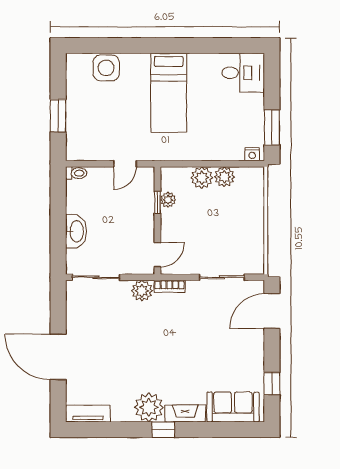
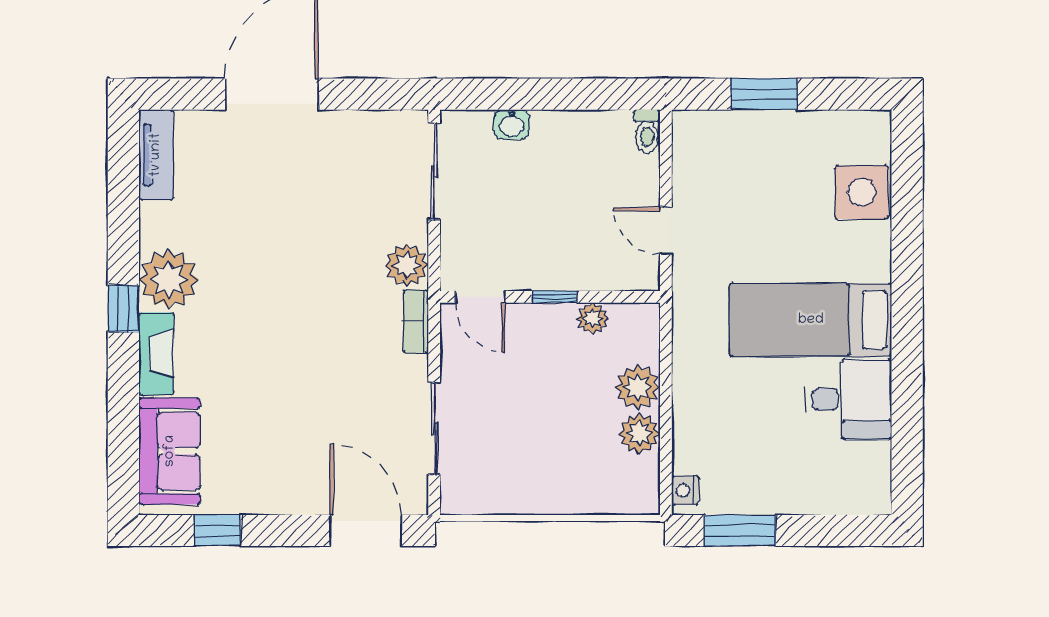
desk: (243, 73) -> (849, 399), moved, turned -90
window: (157, 202) -> (554, 297), moved
washbasin: (76, 231) -> (512, 124), width x0.52, depth x0.69

